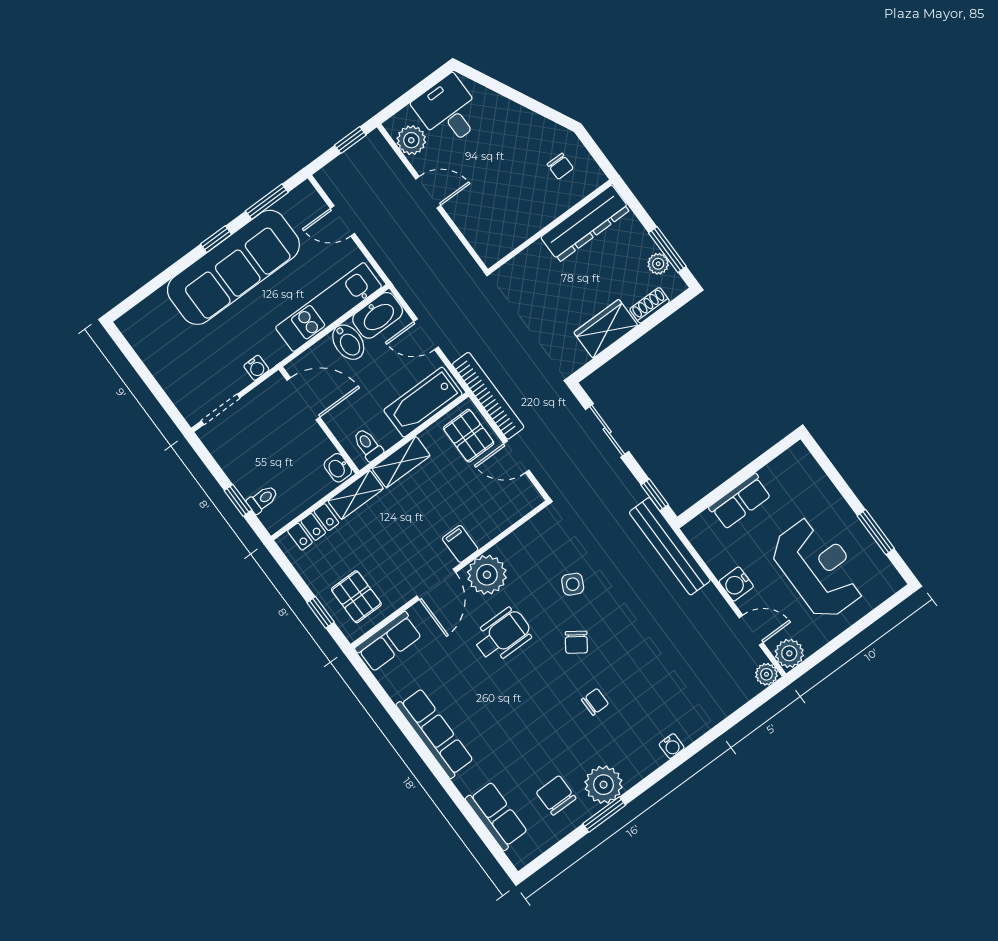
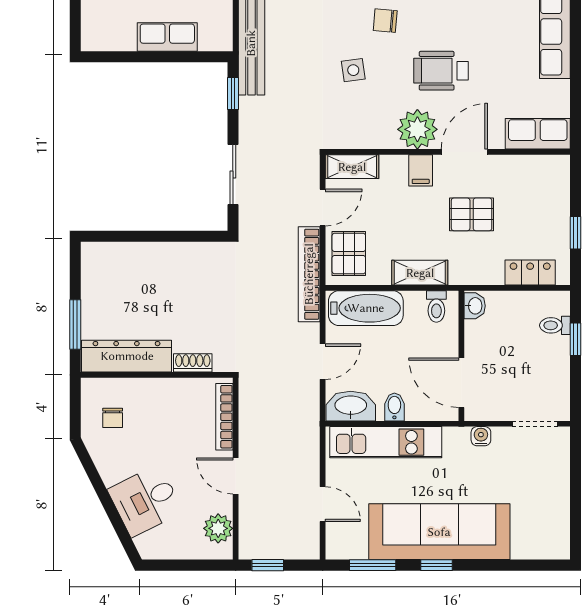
desk: (448, 111) -> (145, 501), moved, turned 63
chair: (560, 166) -> (113, 418), turned 180
bookcase: (472, 233) -> (224, 417), added
window: (667, 250) -> (75, 325), moved
plant: (658, 264) -> (91, 280), removed
shoe rack: (650, 305) -> (193, 363), moved, turned 180
wardrobe: (606, 329) -> (173, 258), removed
door: (426, 334) -> (323, 362), hinge flipped
bidet: (348, 342) -> (394, 407), width x0.72, depth x0.74
door: (516, 457) -> (323, 208), hinge flipped
shelving: (356, 495) -> (352, 167), moved
side table: (573, 584) -> (353, 70), turned -35
pallet: (356, 597) -> (472, 214), moved, turned 90
window: (321, 612) -> (575, 233), moved
chair: (576, 642) -> (385, 21), turned -120

